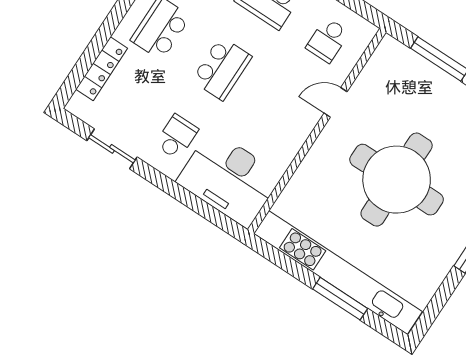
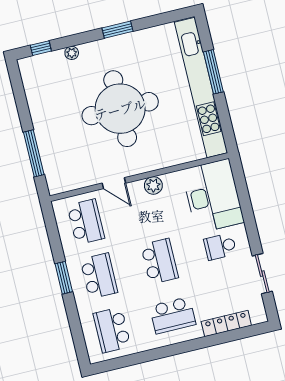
school desk: (328, 40) -> (86, 222), width x1.85
school desk: (222, 68) -> (160, 261), turned 90
plant: (296, 136) -> (153, 185), added

